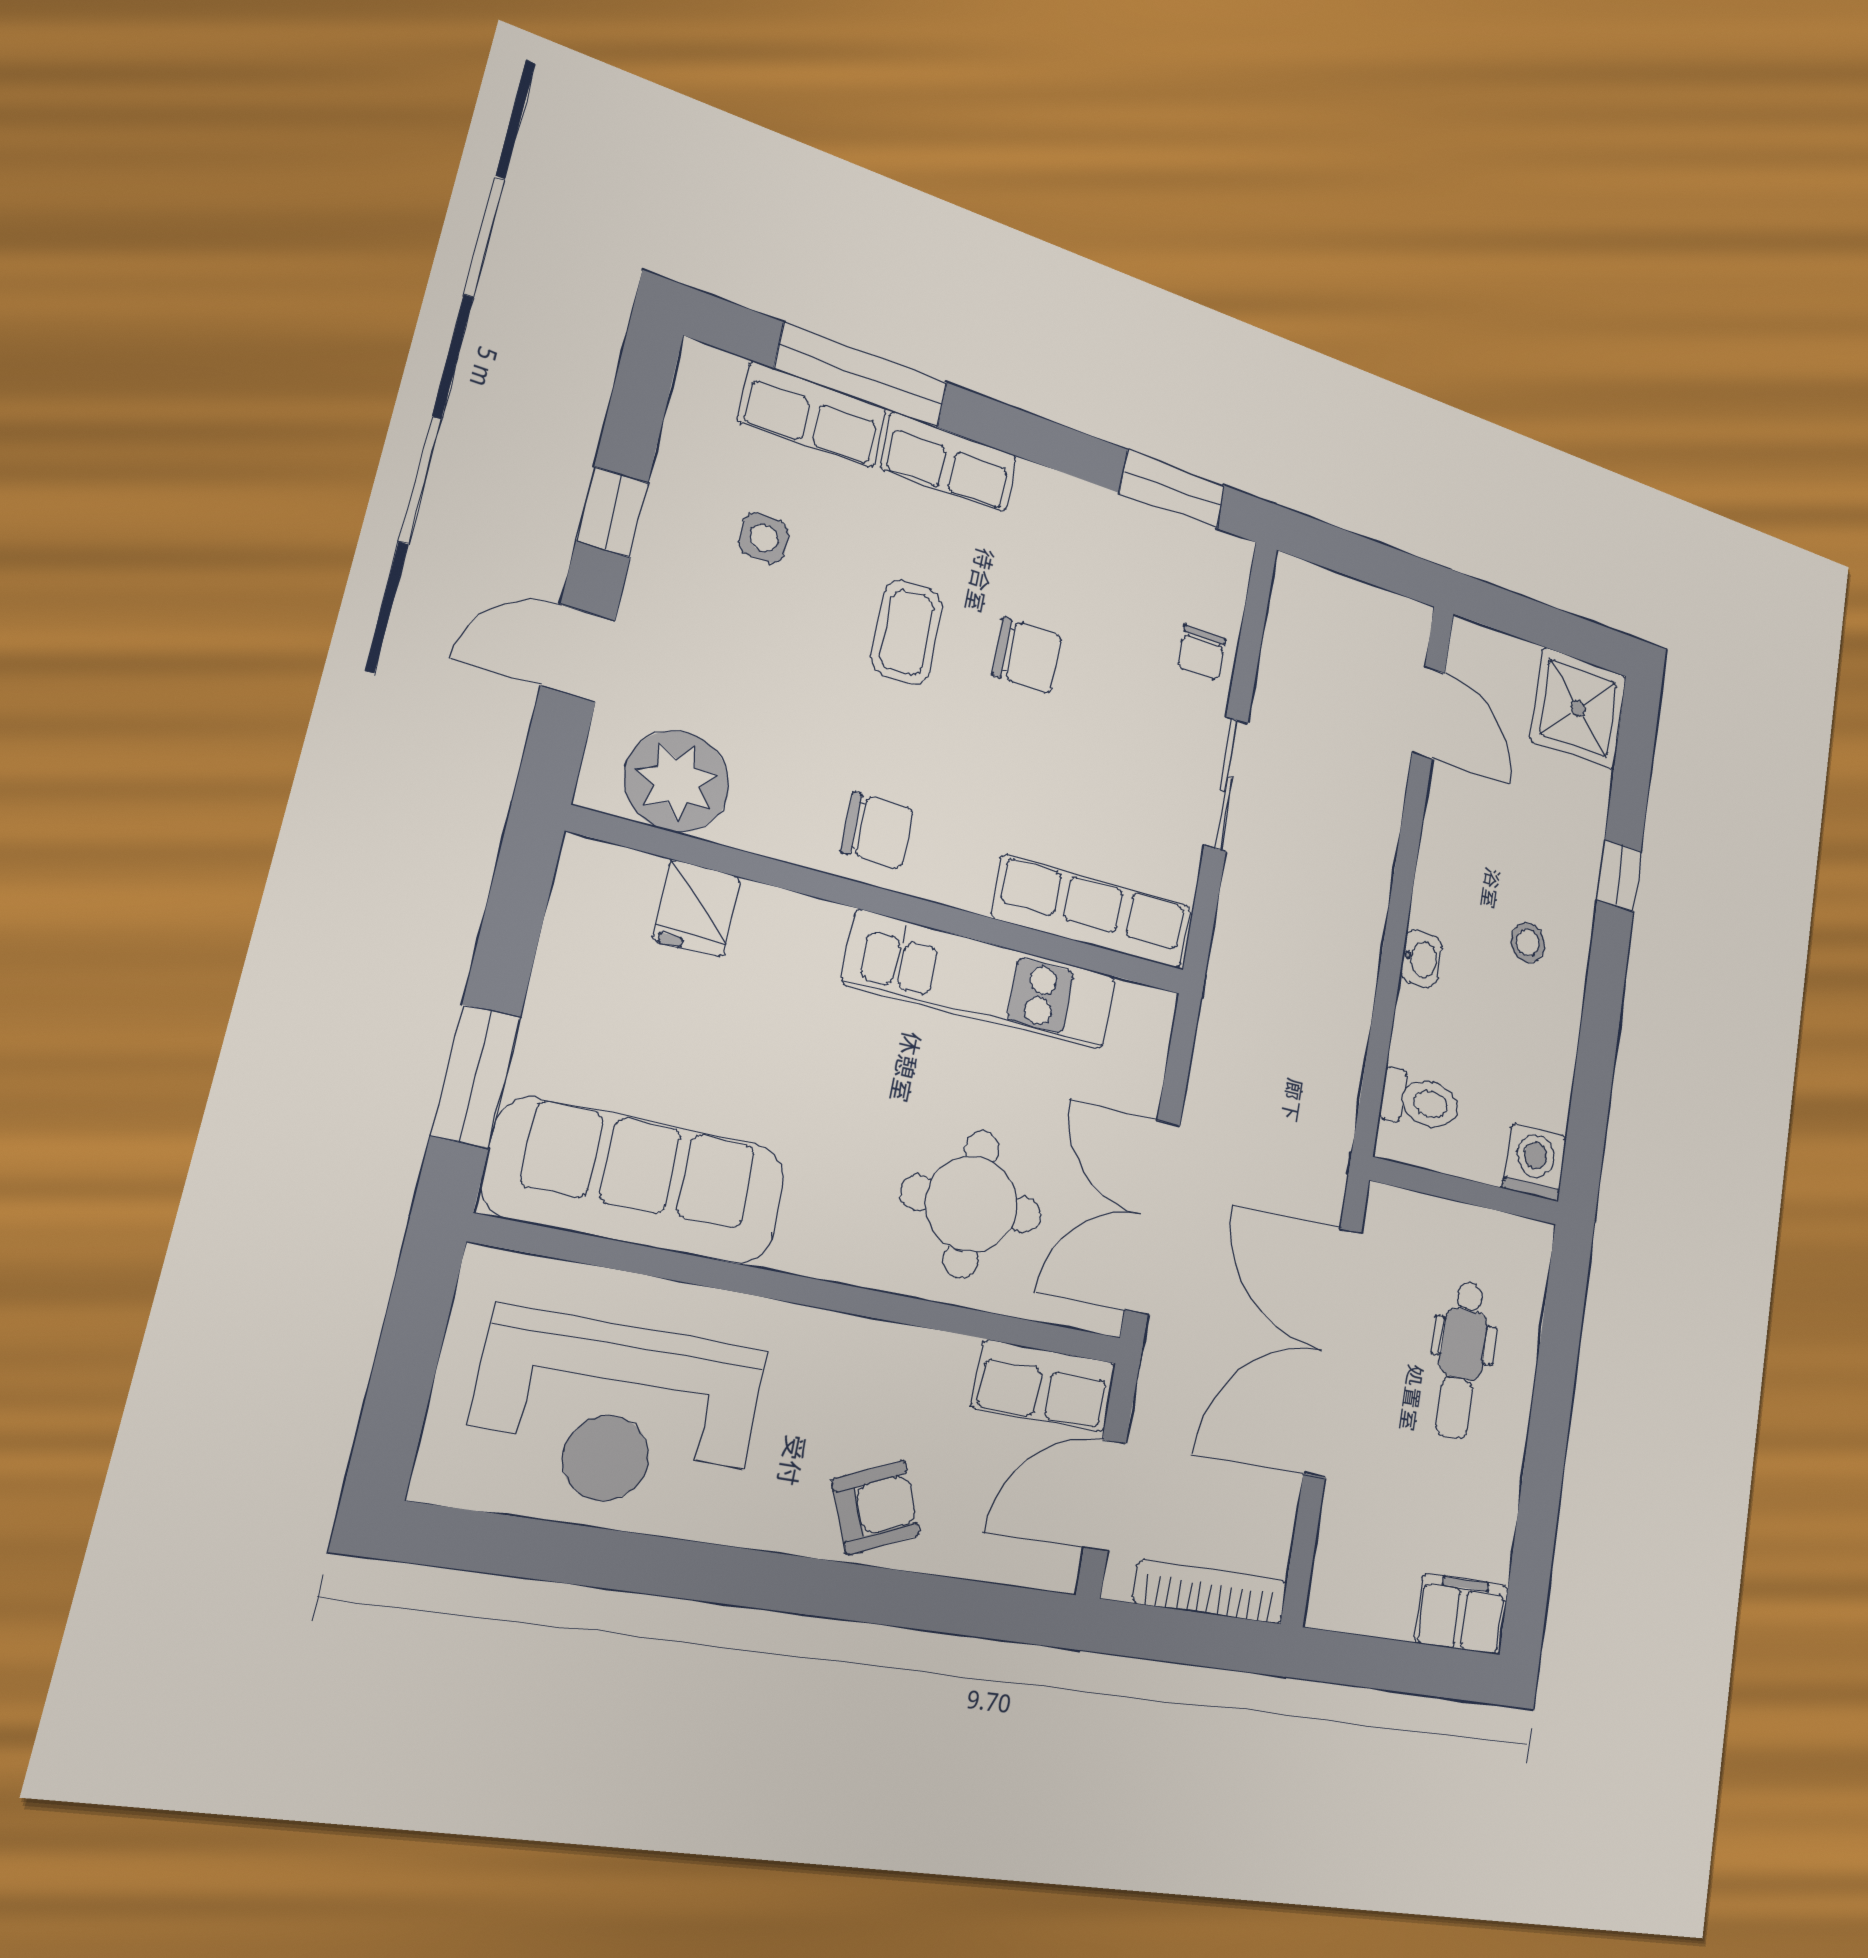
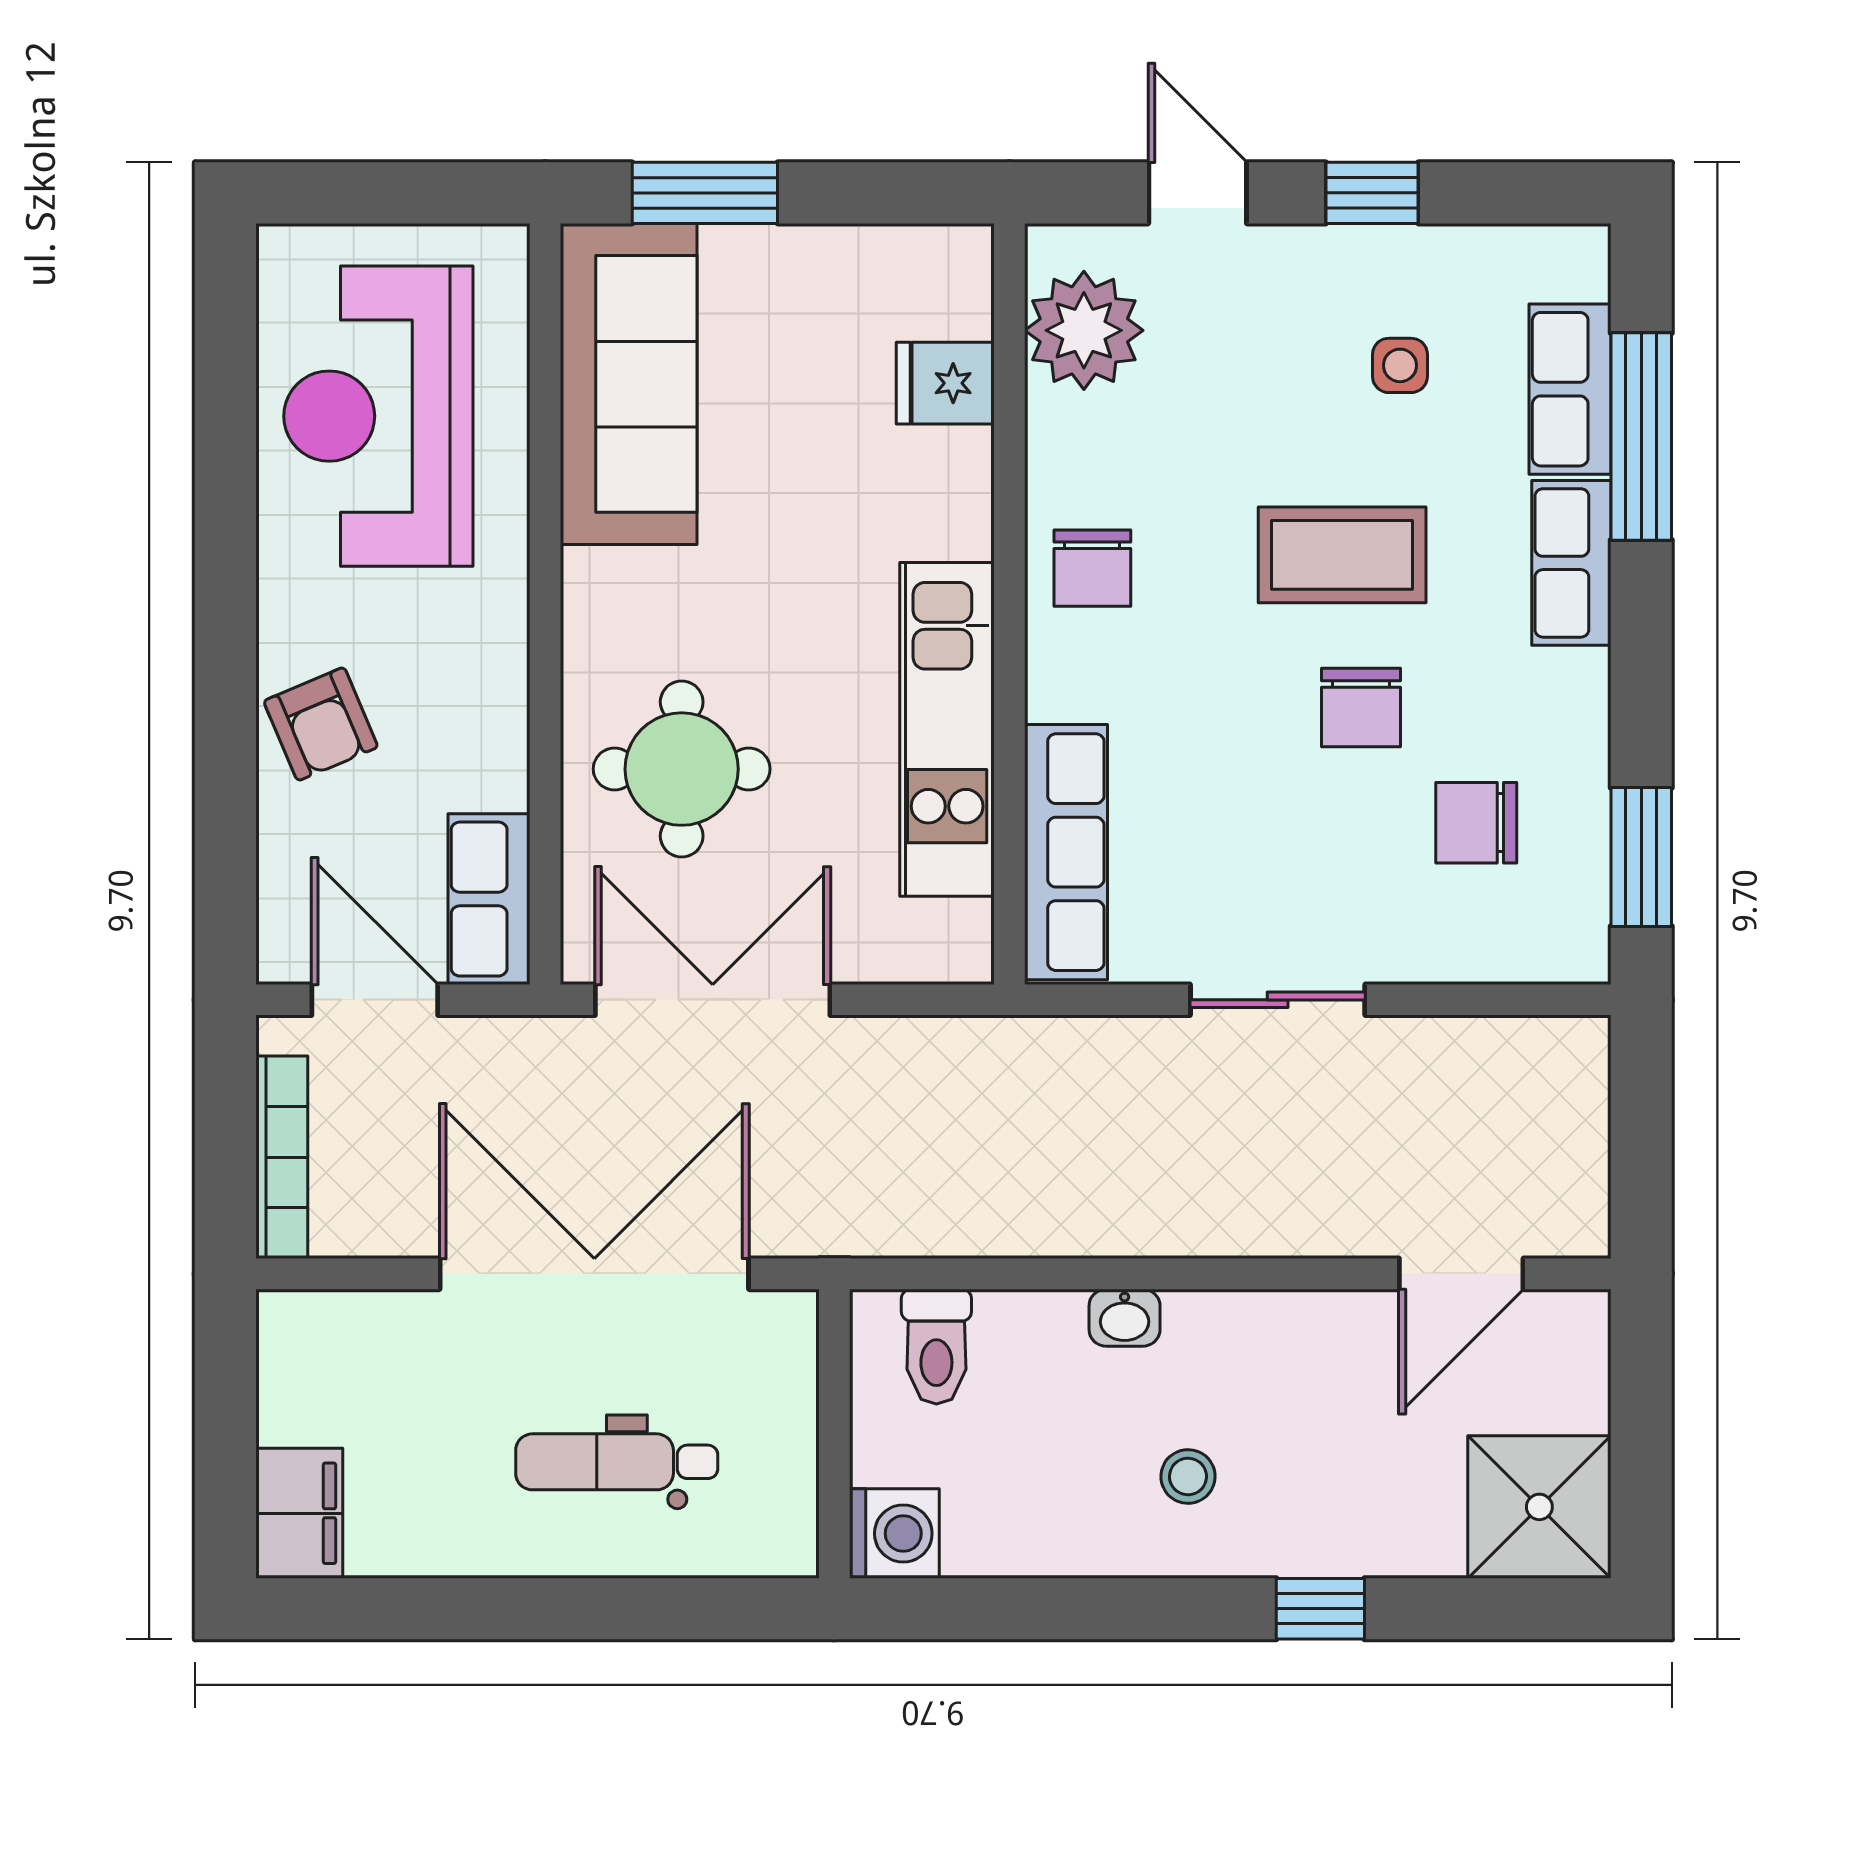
coffee table: (907, 632) -> (1342, 555), width x1.36, depth x1.30
chair: (1202, 653) -> (1476, 823), moved, width x1.37, depth x1.37

